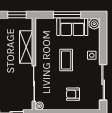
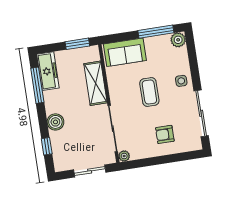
window: (67, 15) -> (156, 32), moved
sofa: (72, 27) -> (125, 52), moved

